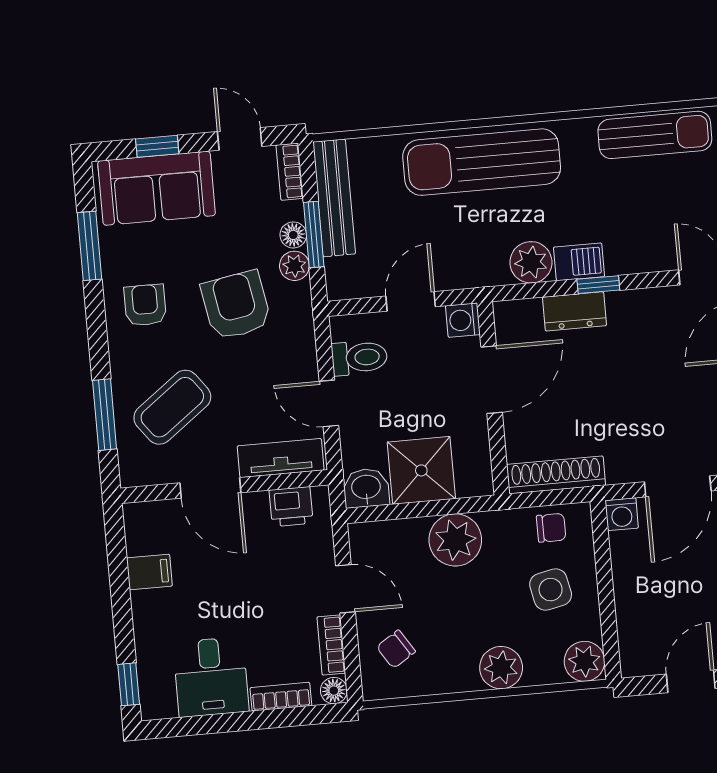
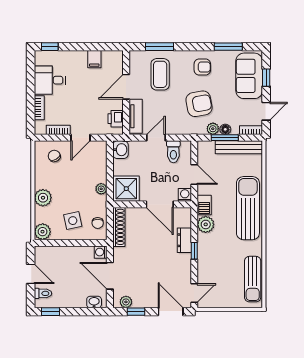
barbecue: (579, 262) -> (204, 205), moved
coffee table: (172, 407) -> (160, 74), turned 37
shower: (421, 470) -> (126, 189), moved
plant: (455, 540) -> (101, 189), width x0.53, depth x0.53
floor lamp: (334, 691) -> (40, 129), removed

